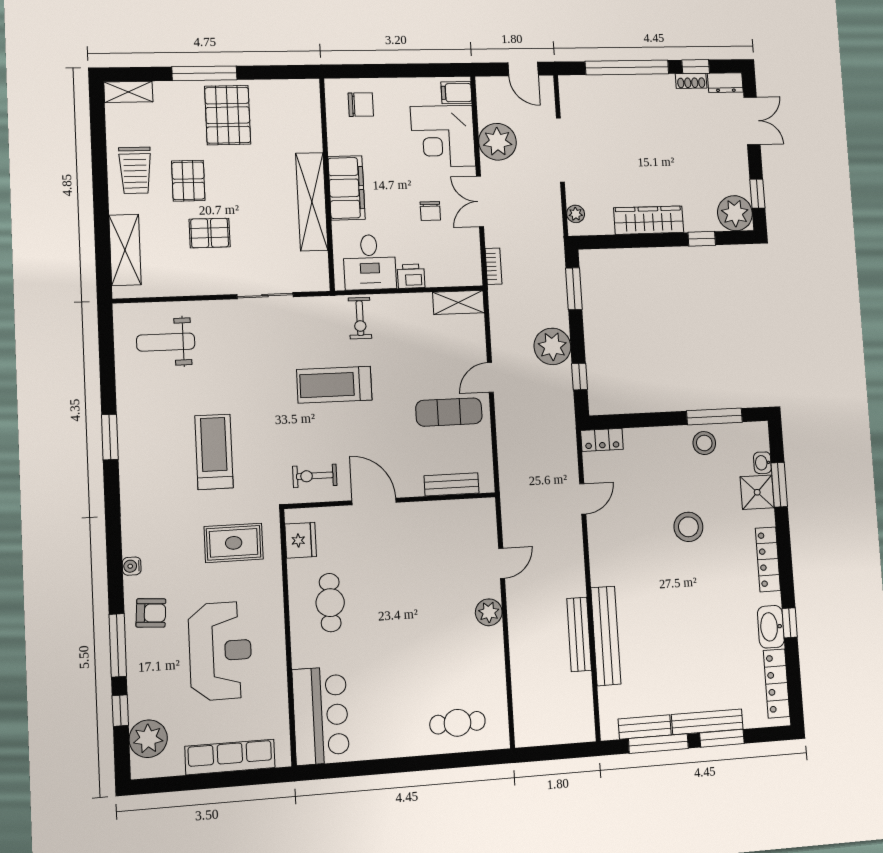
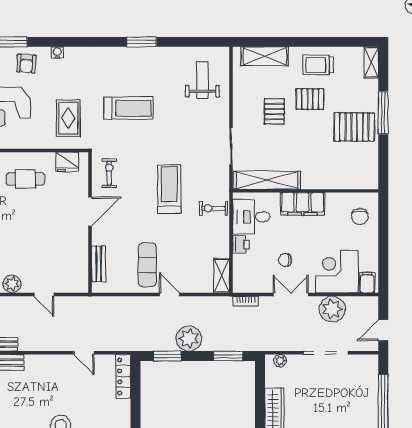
shelving: (312, 202) -> (267, 180), moved
window: (580, 377) -> (167, 356), width x1.50
locker: (602, 440) -> (123, 376), width x1.53

